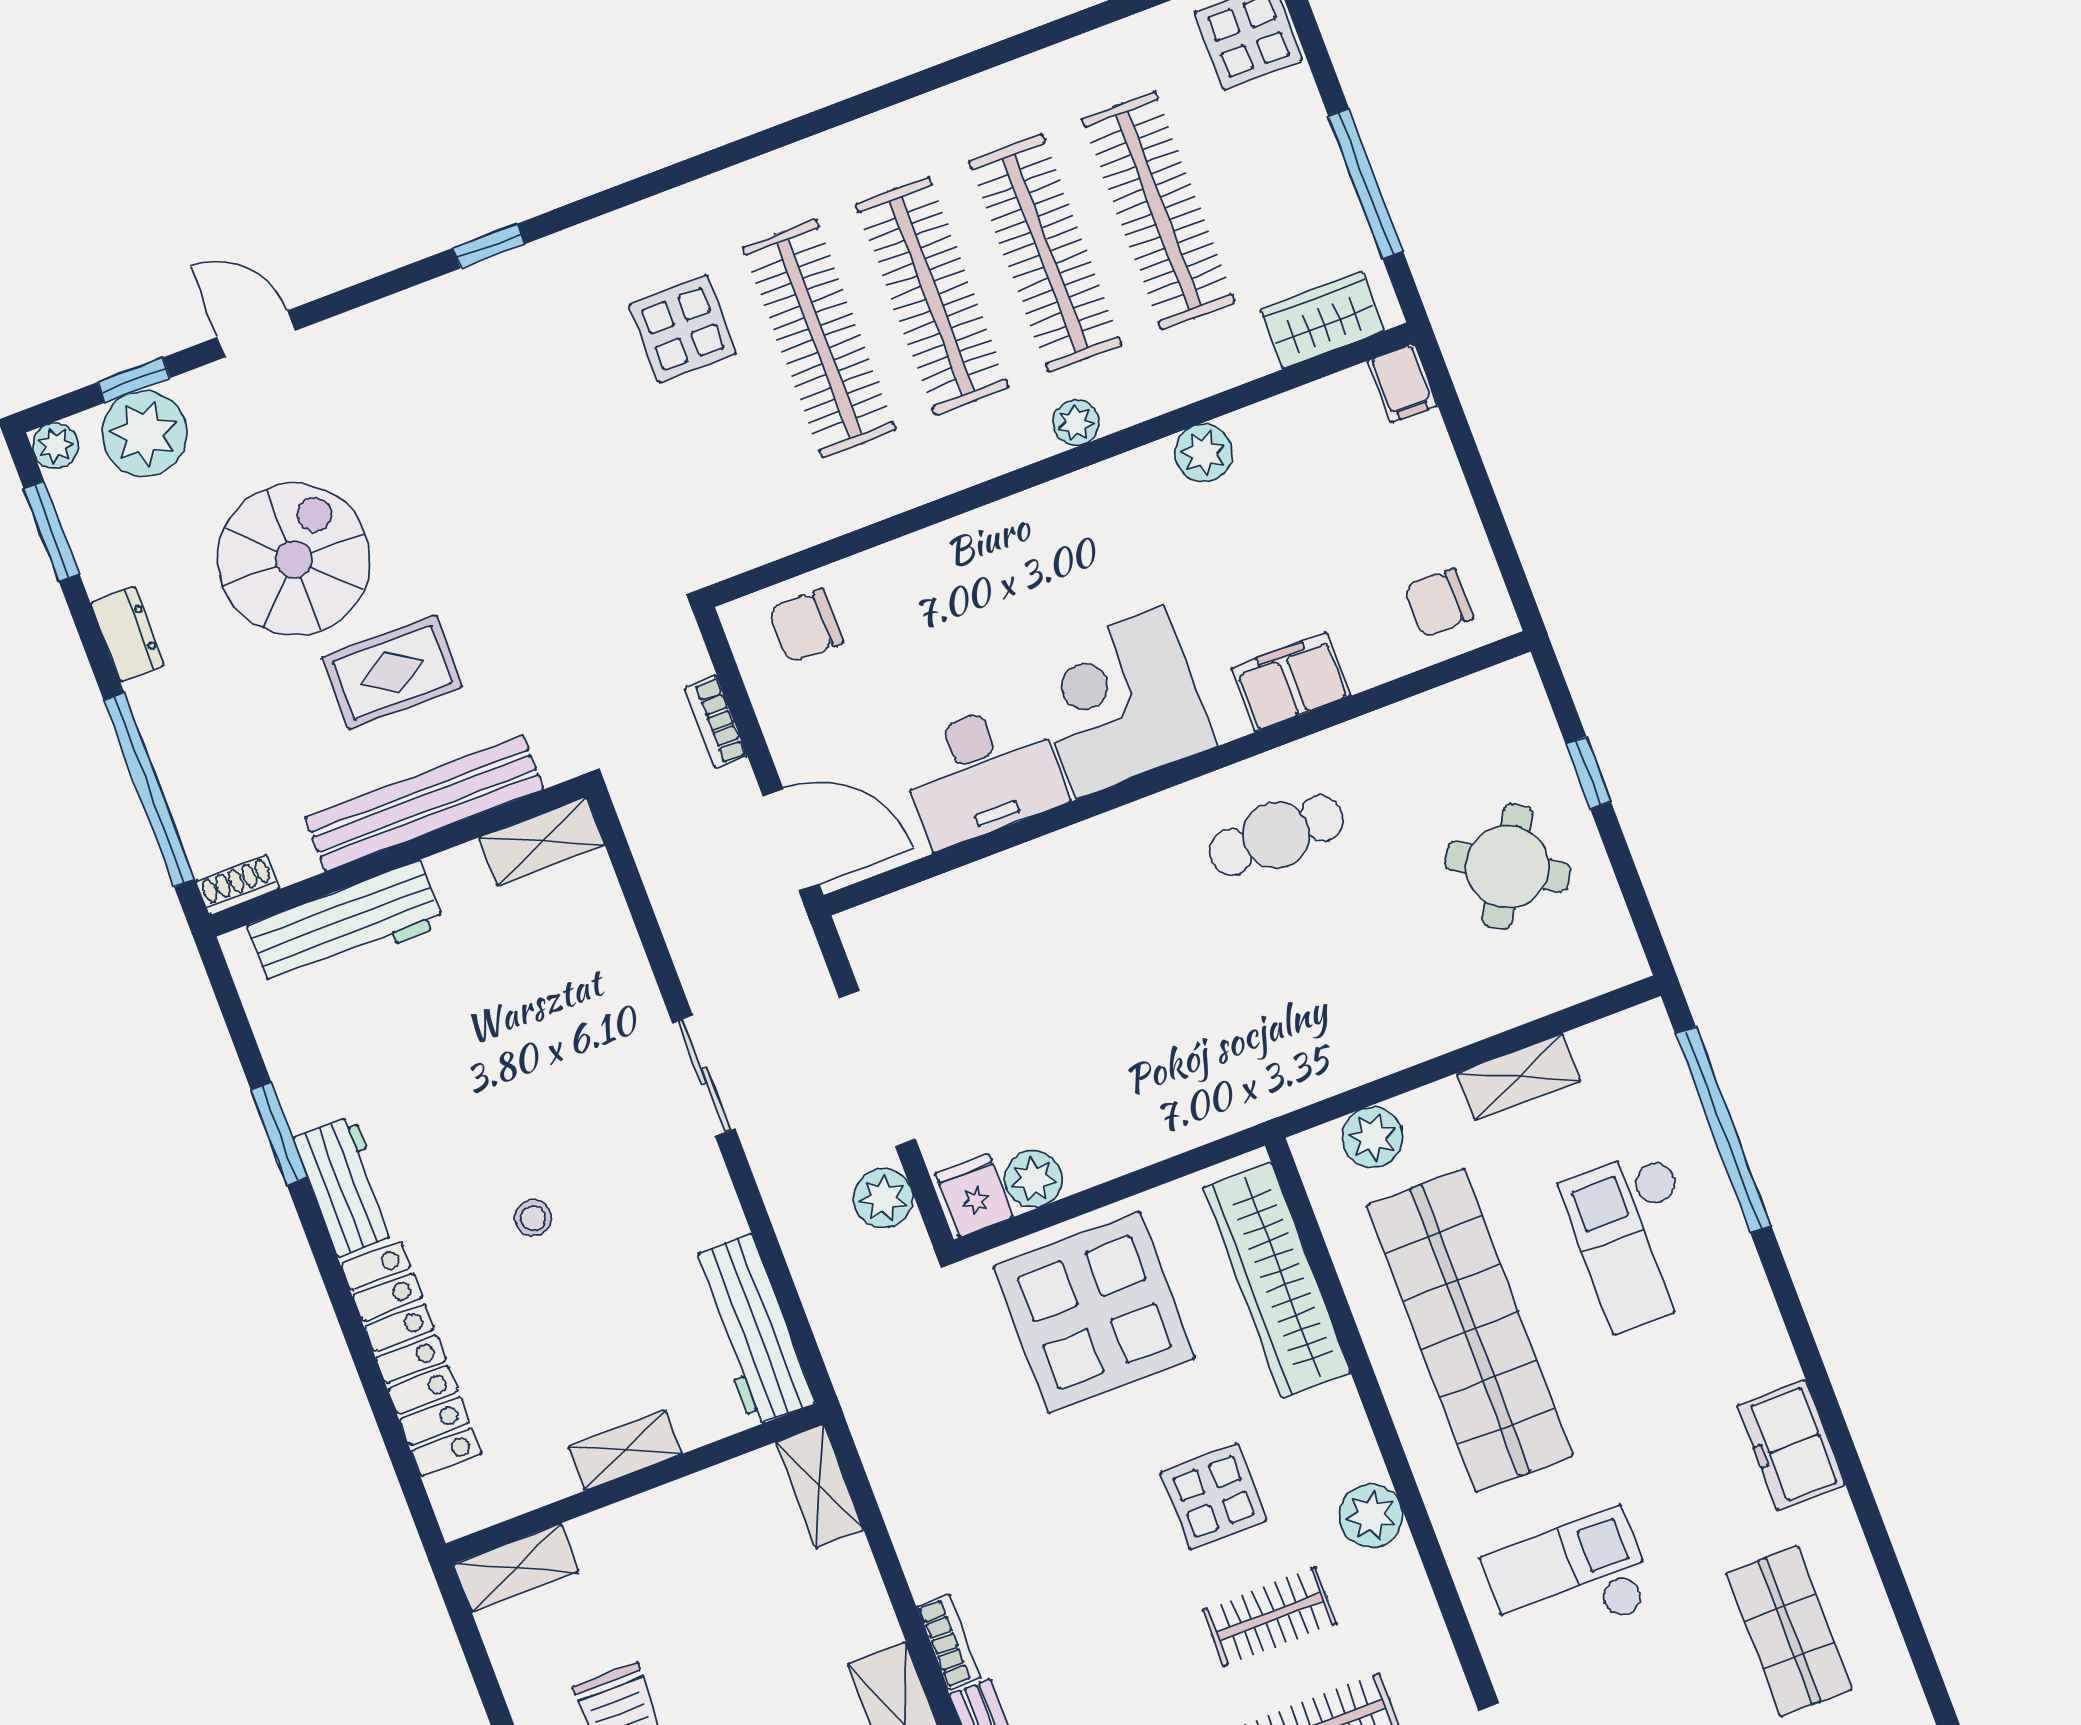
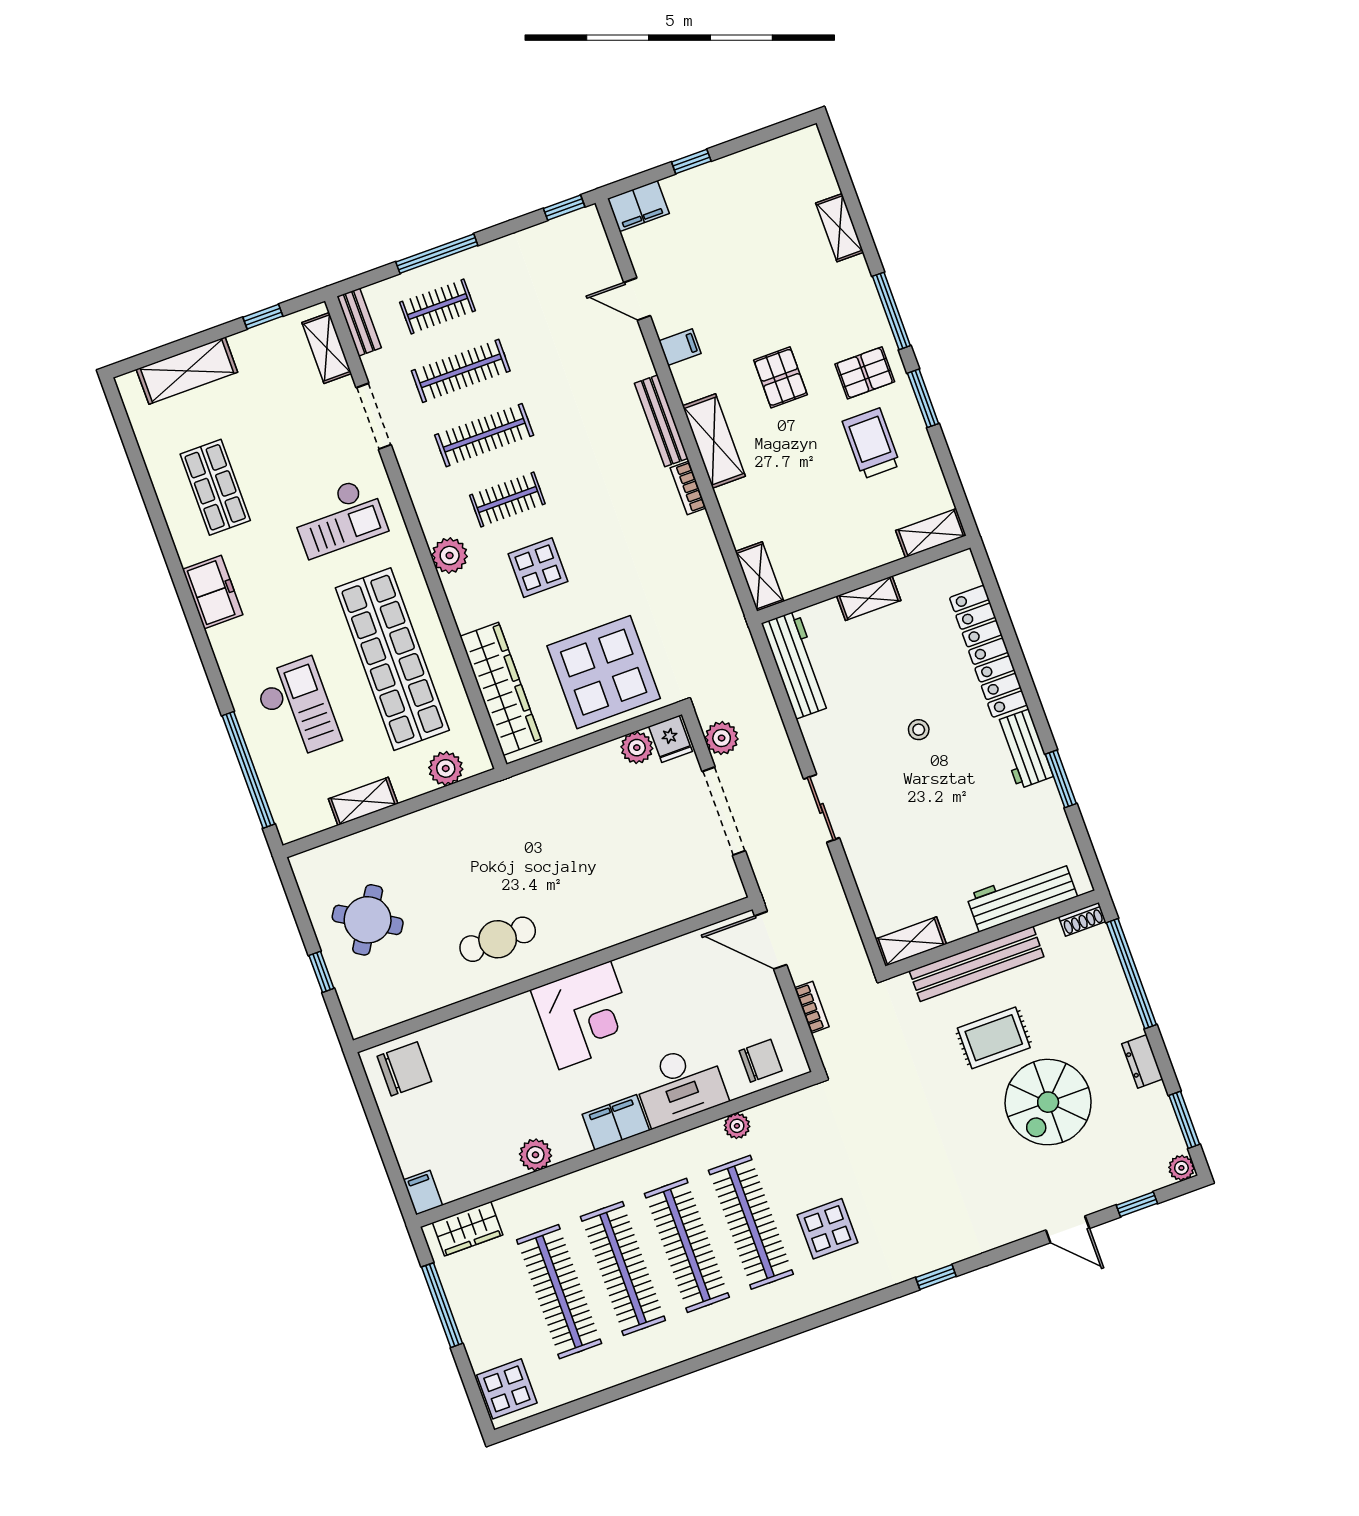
plant: (1076, 423) -> (737, 1126), moved
plant: (144, 433) -> (1131, 1174), removed
chair: (1439, 603) -> (404, 1069), width x1.37, depth x1.37
filing cabinet: (1291, 682) -> (616, 1122), moved, turned 180
desk: (982, 773) -> (680, 1085), moved, turned 180

